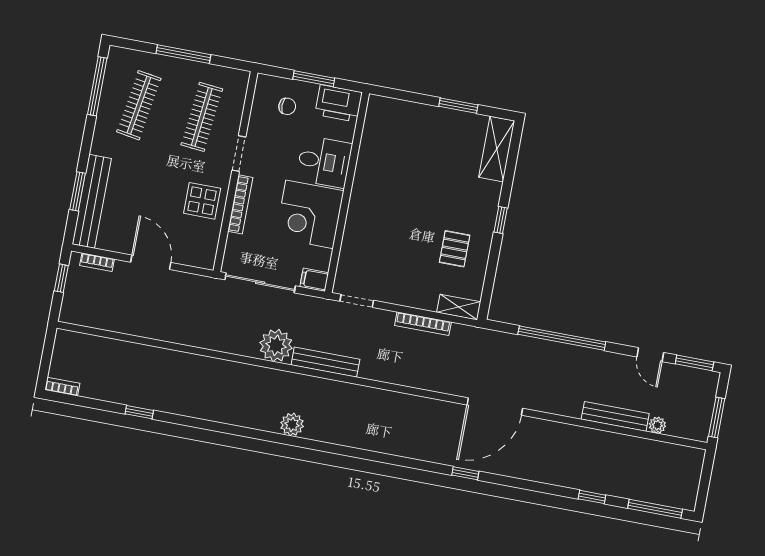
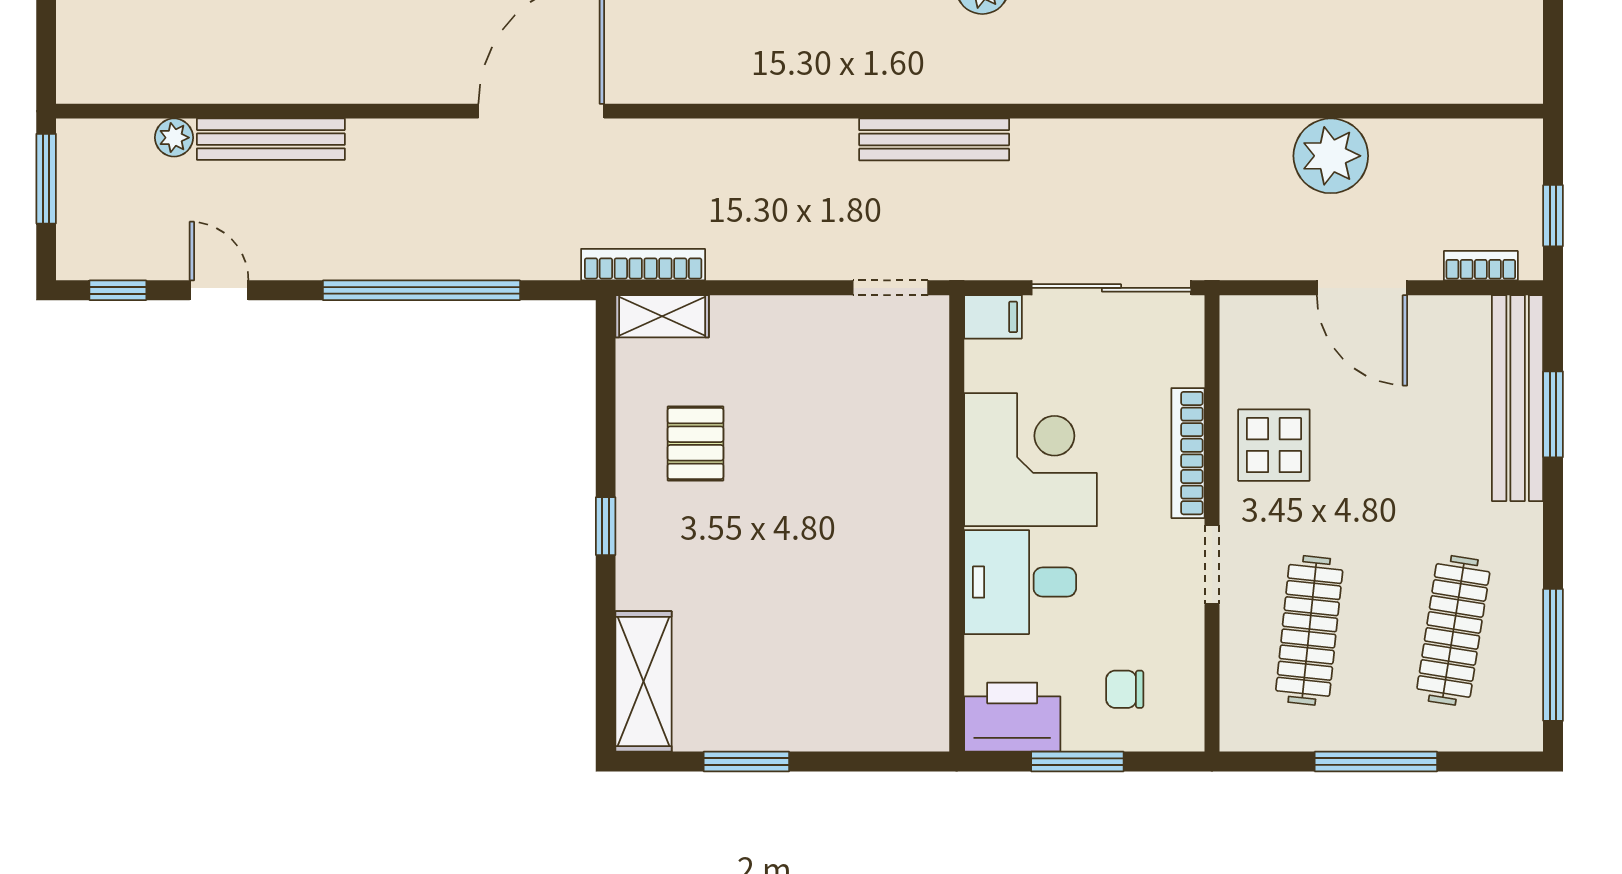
bookcase: (423, 324) -> (643, 265), moved
plant: (276, 345) -> (1331, 156), moved
window: (694, 363) -> (118, 290), width x0.67

